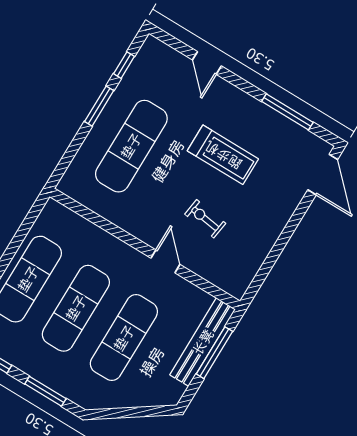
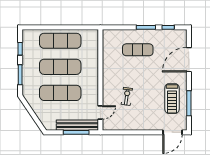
door: (207, 63) -> (189, 60), width x1.88
exercise mat: (131, 146) -> (138, 50), width x0.73, depth x0.69
treadmill: (223, 155) -> (172, 99), moved
door: (165, 261) -> (100, 112), moved

